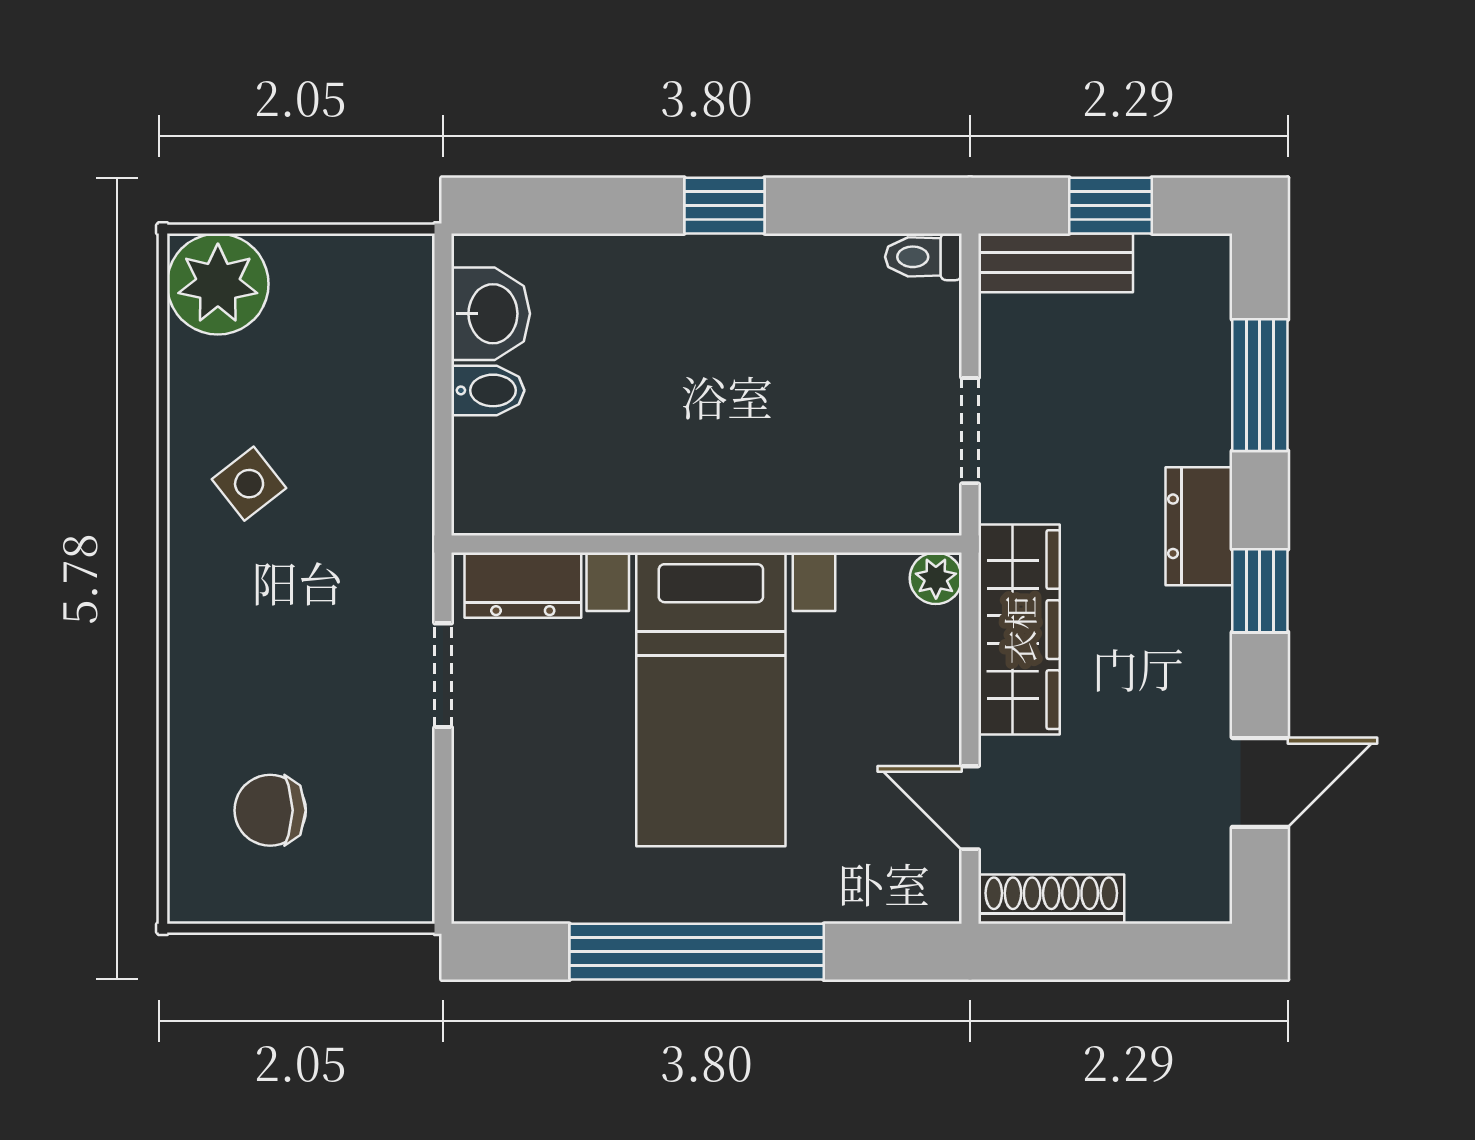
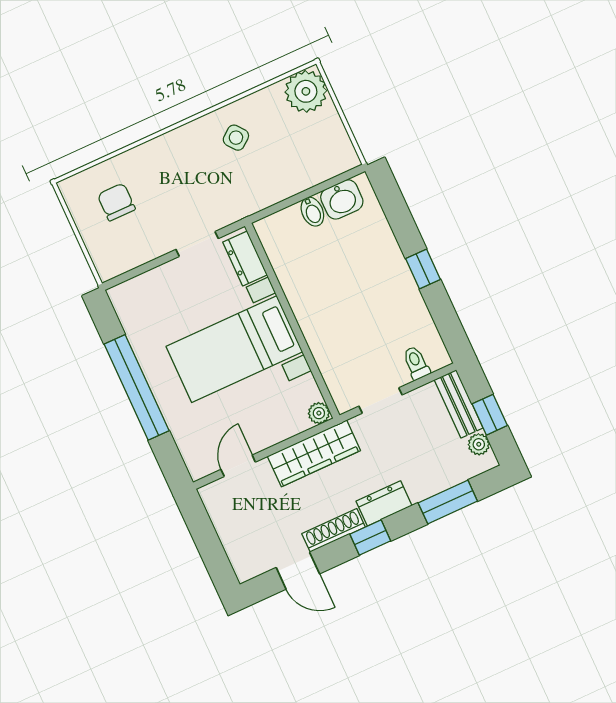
toilet: (923, 257) -> (416, 363), moved
plant: (1164, 259) -> (479, 444), added
shoe rack: (1051, 899) -> (334, 530), moved, turned -90

